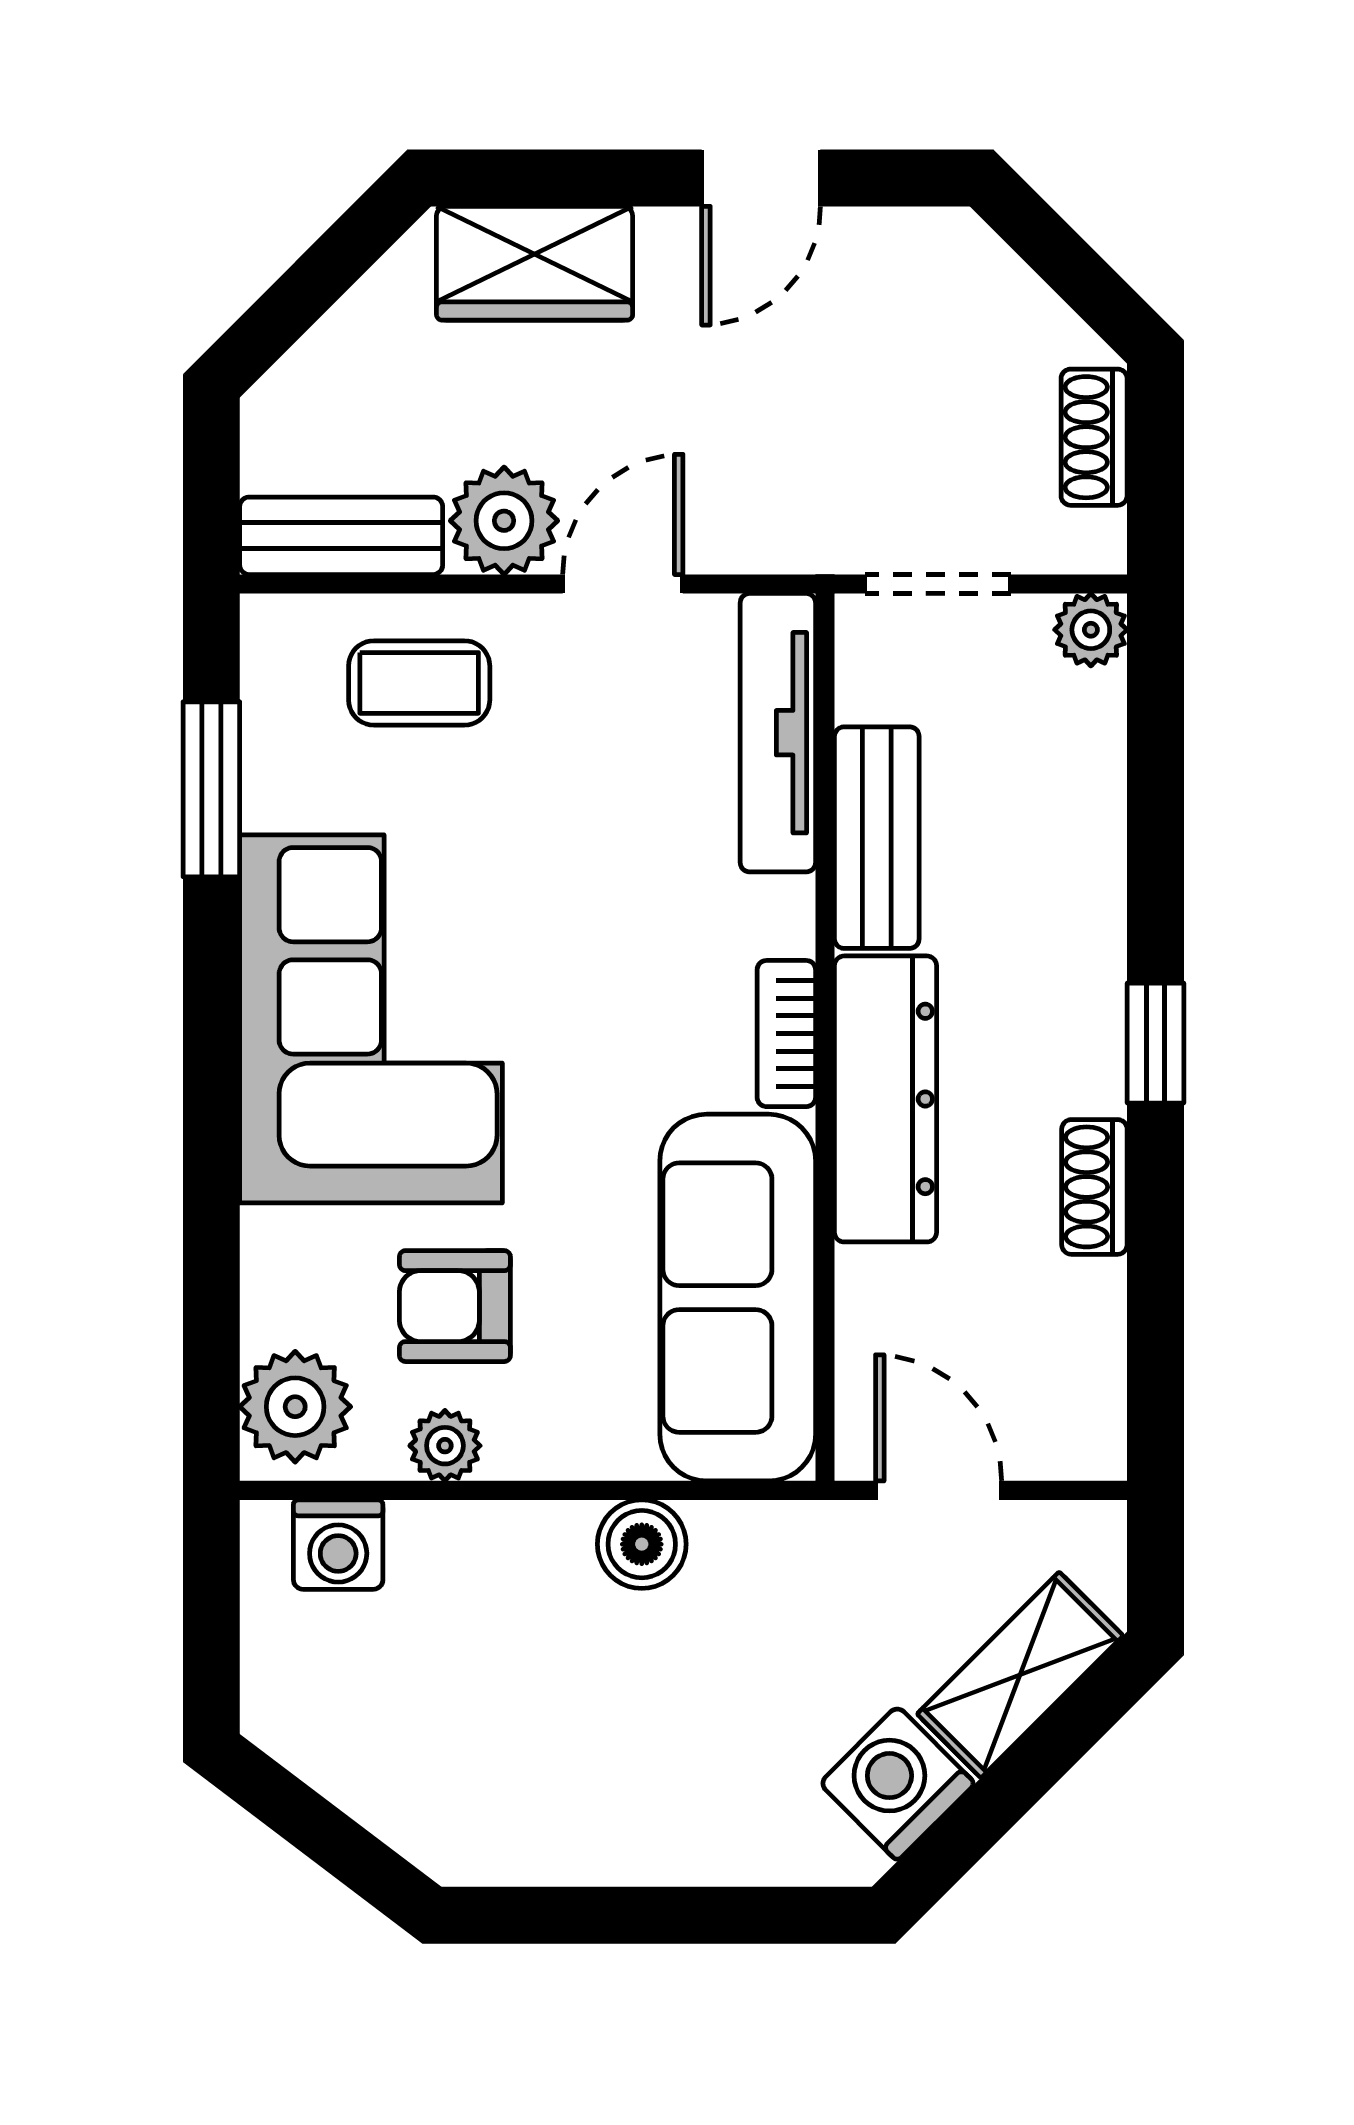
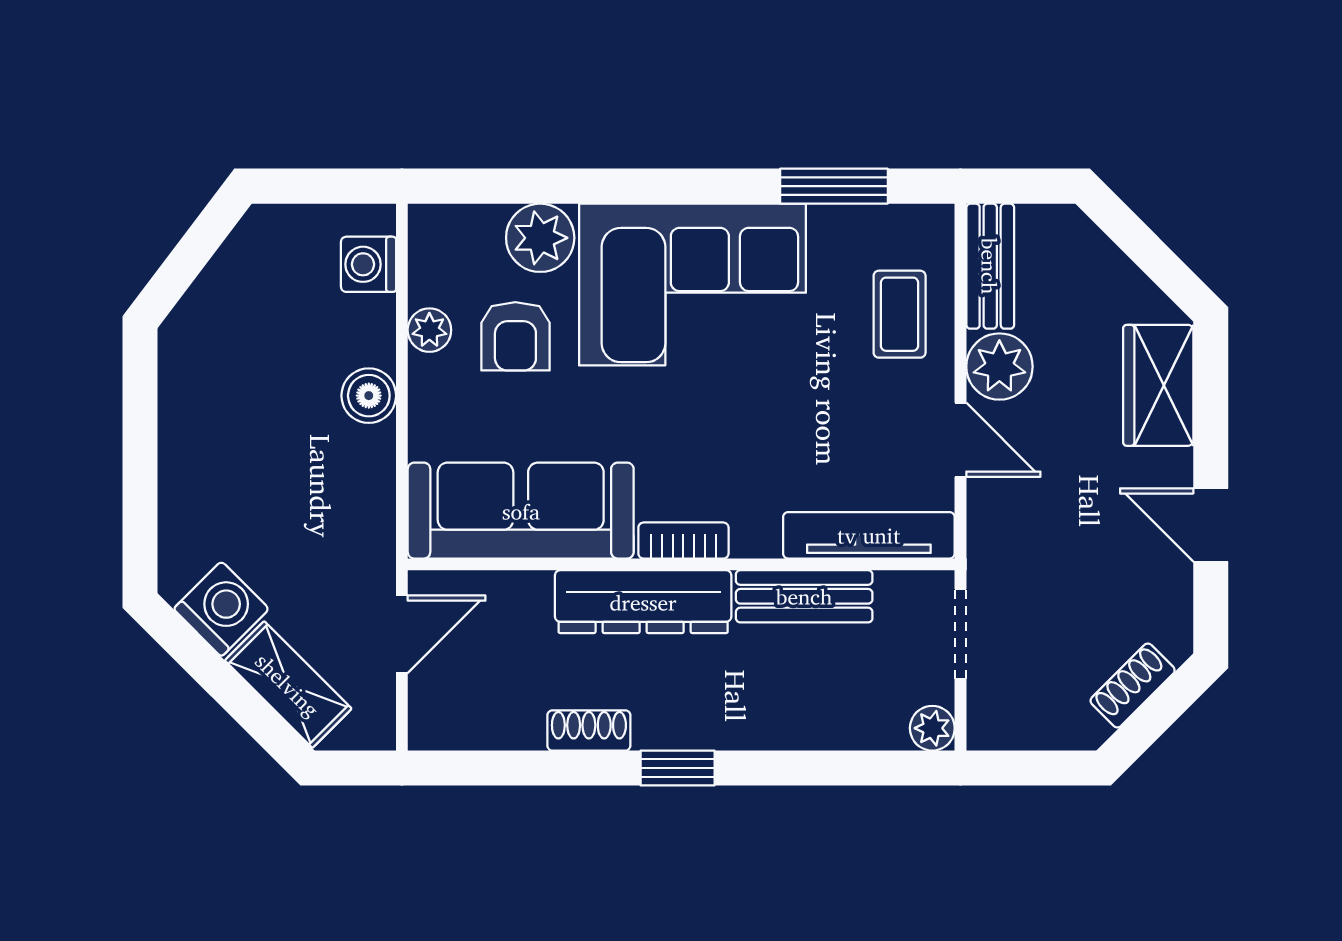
shoe rack: (1094, 437) -> (1133, 686), moved, turned -45
armchair: (455, 1306) -> (515, 336), turned 180
plant: (295, 1407) -> (540, 238), moved
boiler: (642, 1544) -> (369, 396), moved

